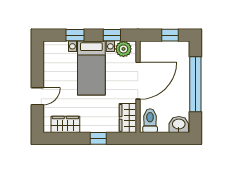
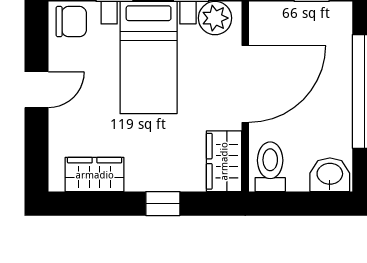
chair: (54, 51) -> (71, 22), added
door: (37, 96) -> (37, 90), moved

